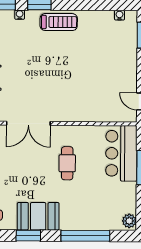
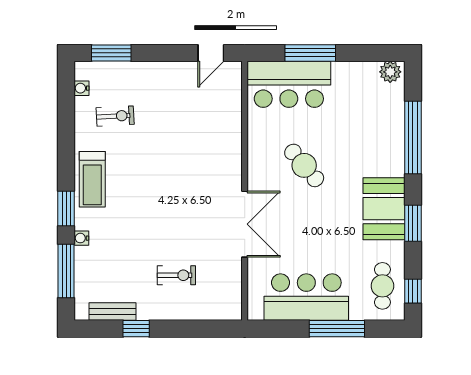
treadmill: (59, 22) -> (92, 179), turned 180
exercise bike: (101, 37) -> (115, 116), added
cafe table: (67, 163) -> (304, 165), turned 50

